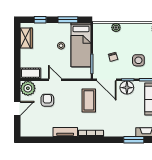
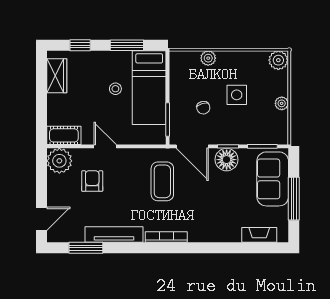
side table: (138, 60) -> (237, 95), moved
door: (17, 108) -> (42, 219), moved
tv unit: (65, 132) -> (114, 235), width x1.41
window: (134, 140) -> (86, 248), moved

